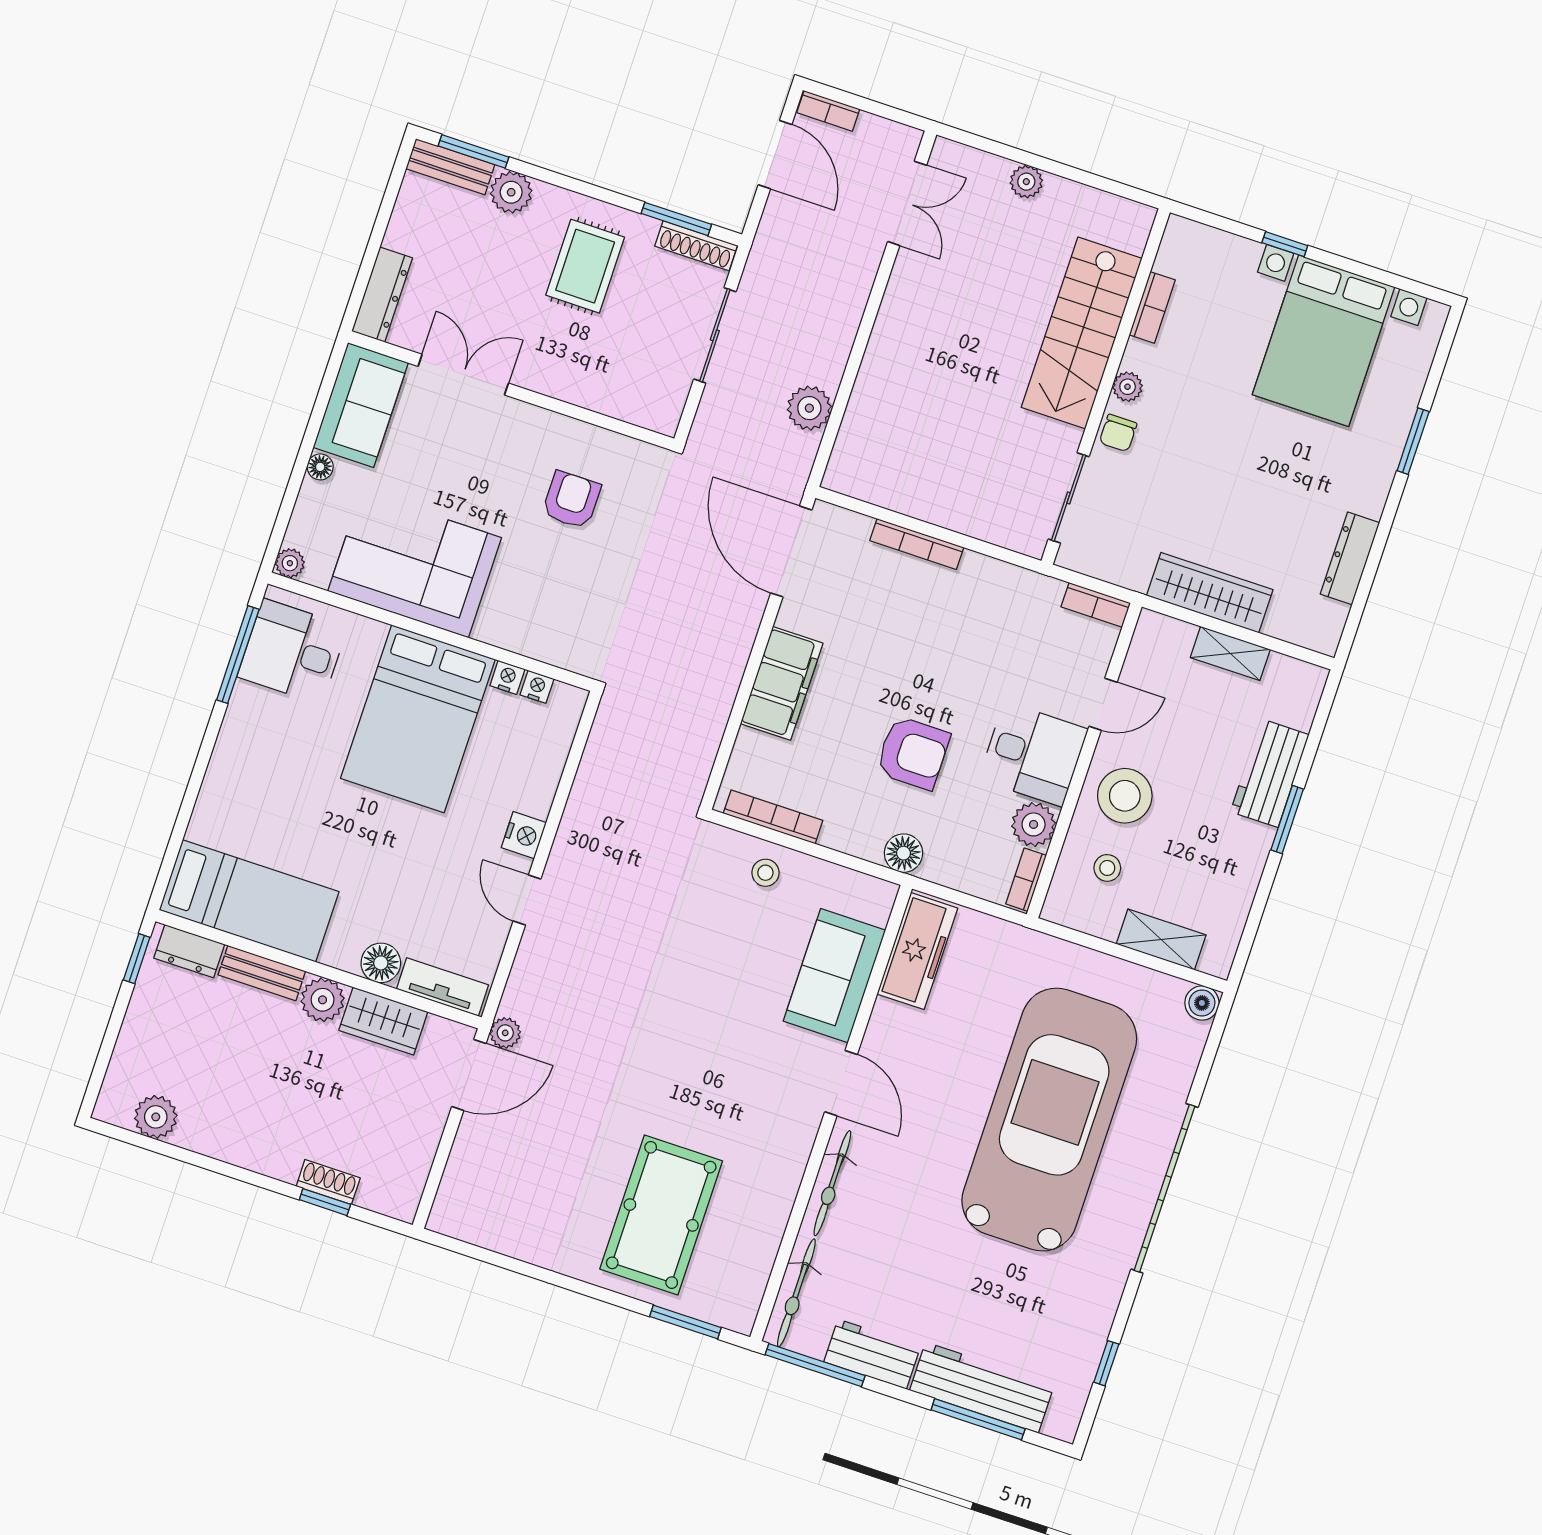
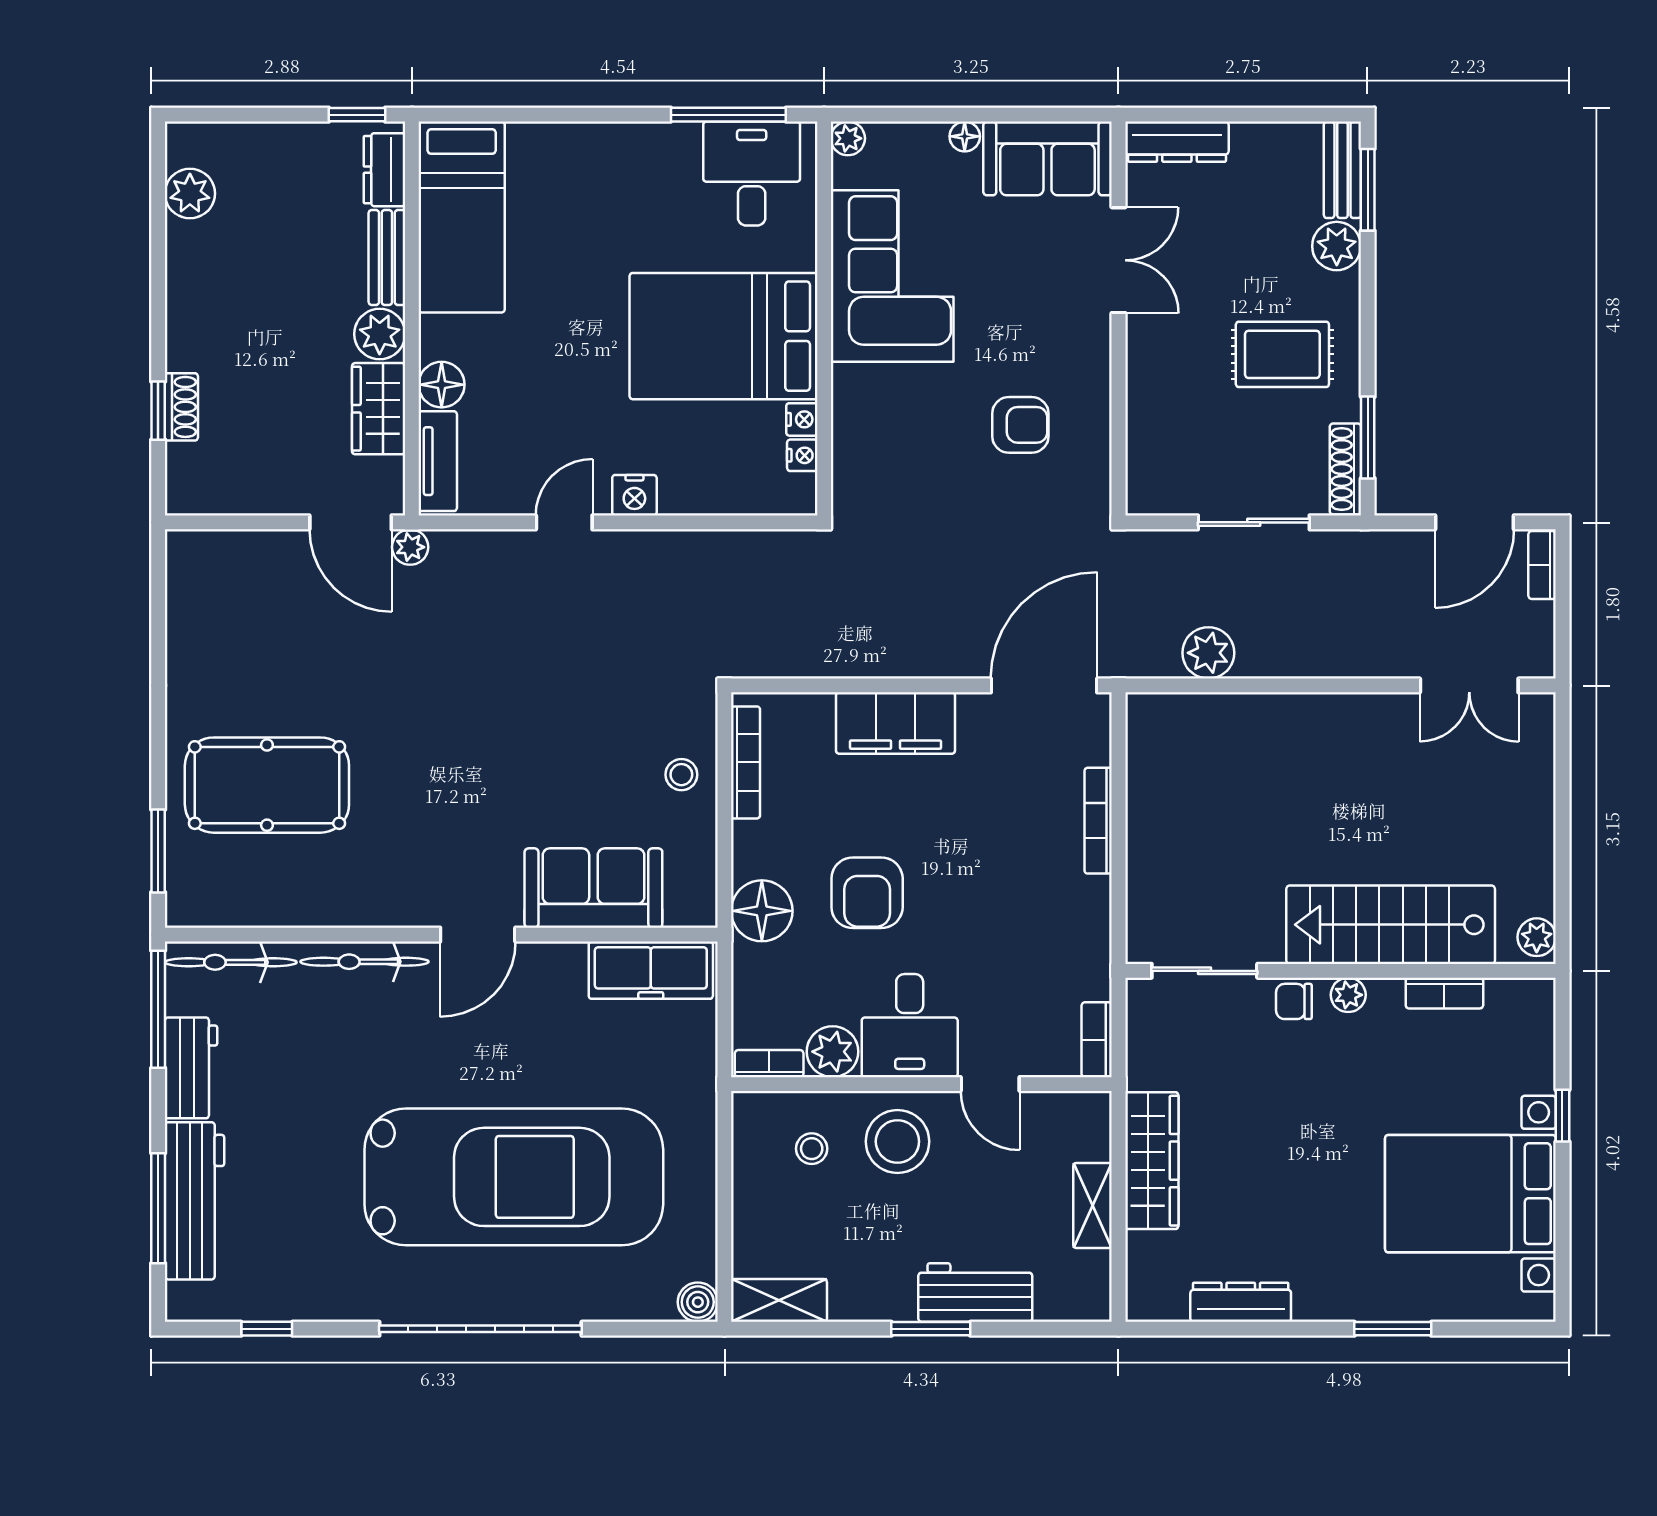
plant: (1026, 182) -> (1537, 937), moved
floor lamp: (904, 853) -> (762, 911), width x1.38, depth x1.38
shelving: (1161, 939) -> (779, 1300), moved, turned 90

